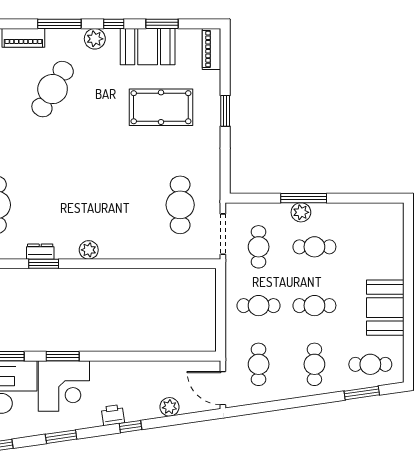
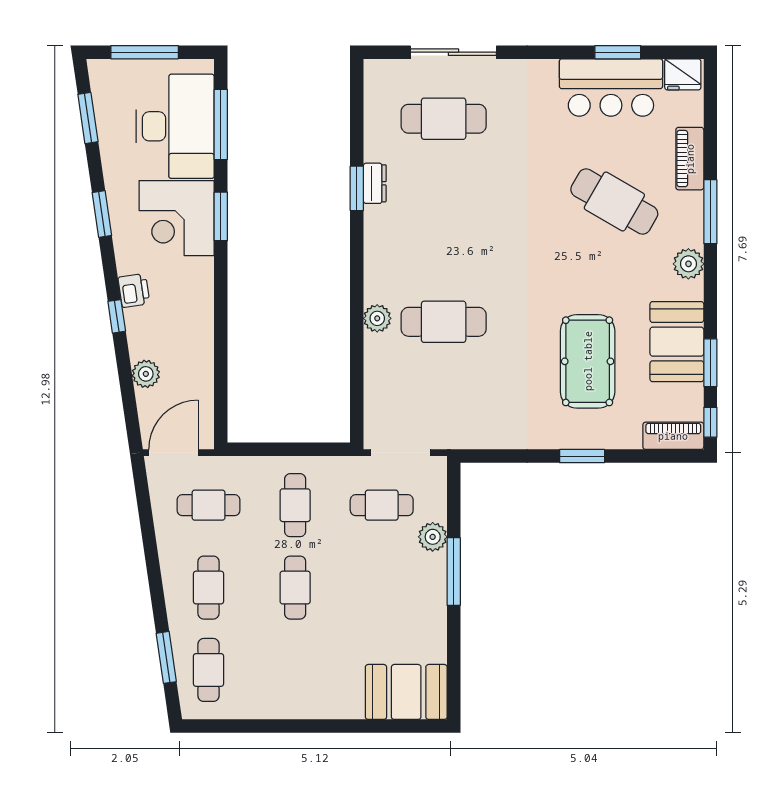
window: (114, 24) -> (710, 422), moved
cafe table: (180, 205) -> (444, 322), moved
plant: (301, 212) -> (433, 537), moved
cafe table: (314, 247) -> (382, 588), removed
plant: (89, 250) -> (377, 318), moved
booth: (385, 308) -> (406, 692), moved
cafe table: (314, 364) -> (209, 588), turned 90

